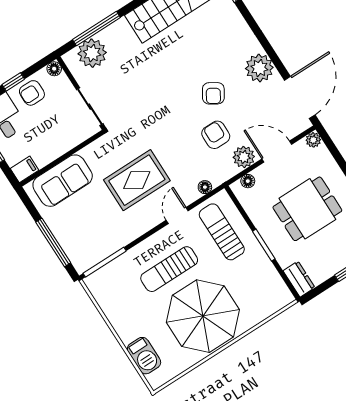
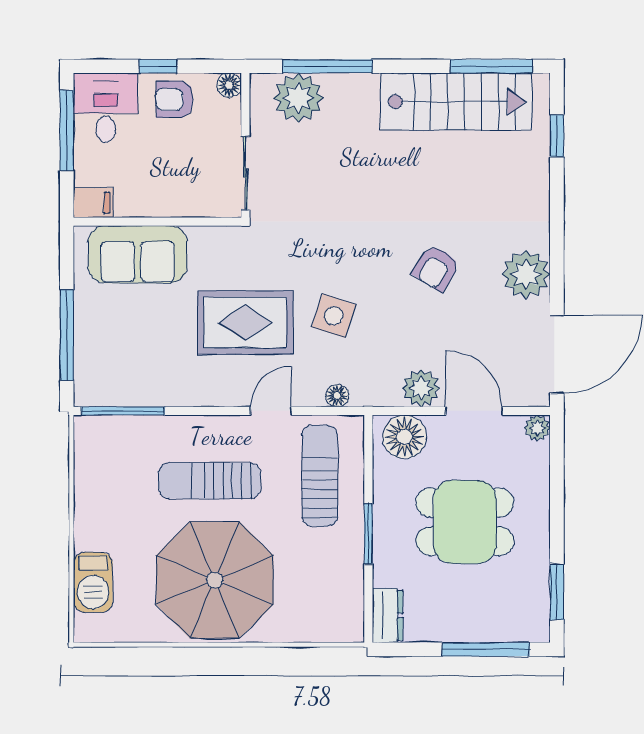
armchair: (216, 135) -> (401, 330), removed
side table: (178, 149) -> (334, 316), added
floor lamp: (248, 181) -> (404, 437), width x1.89, depth x1.89

